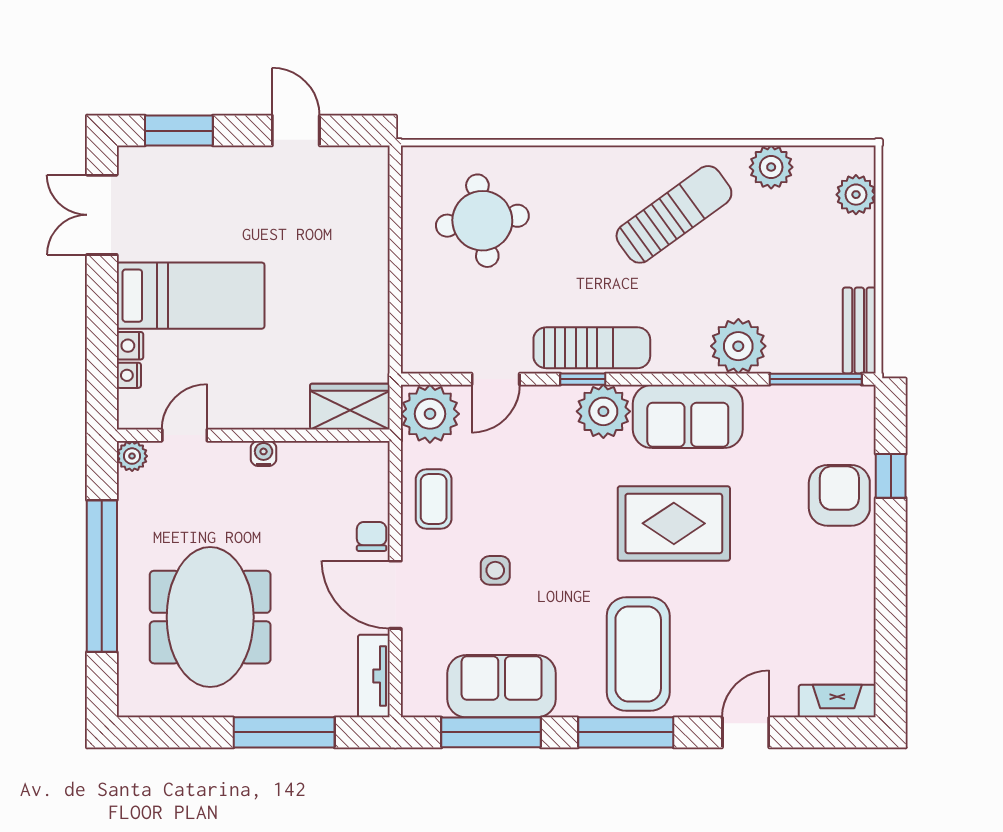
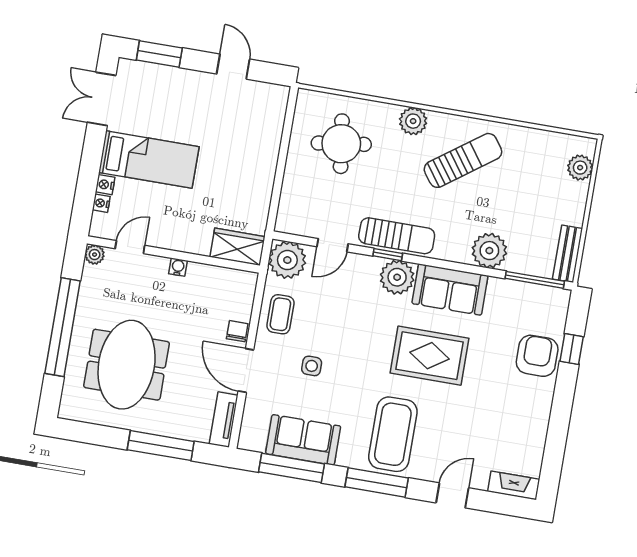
plant: (771, 167) -> (413, 121), moved

